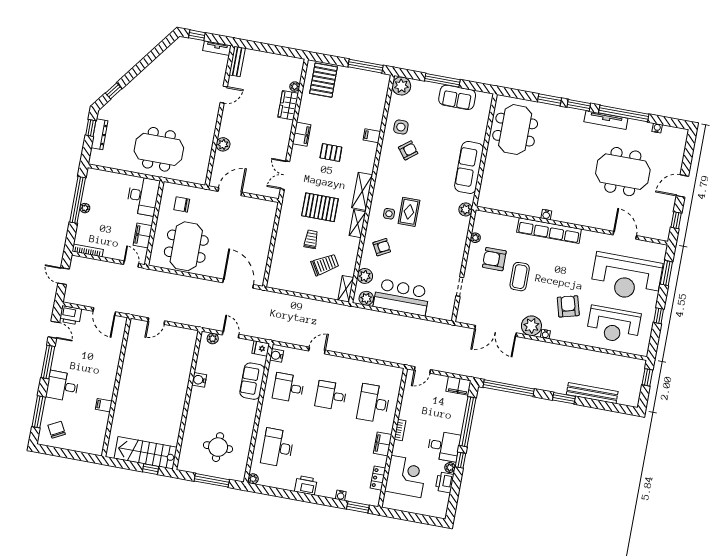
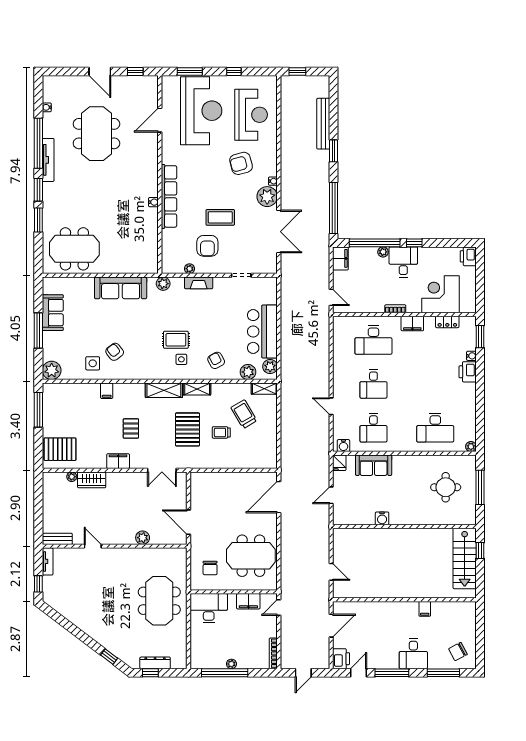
fireplace: (460, 244) -> (199, 283), added
plant: (213, 338) -> (338, 512), removed
plant: (450, 468) -> (383, 252), moved
printer: (445, 482) -> (468, 256), moved, turned 90
printer: (306, 485) -> (468, 372), moved

